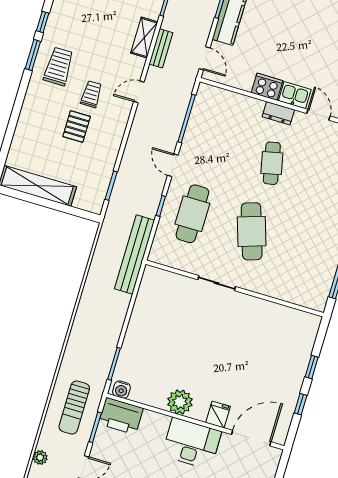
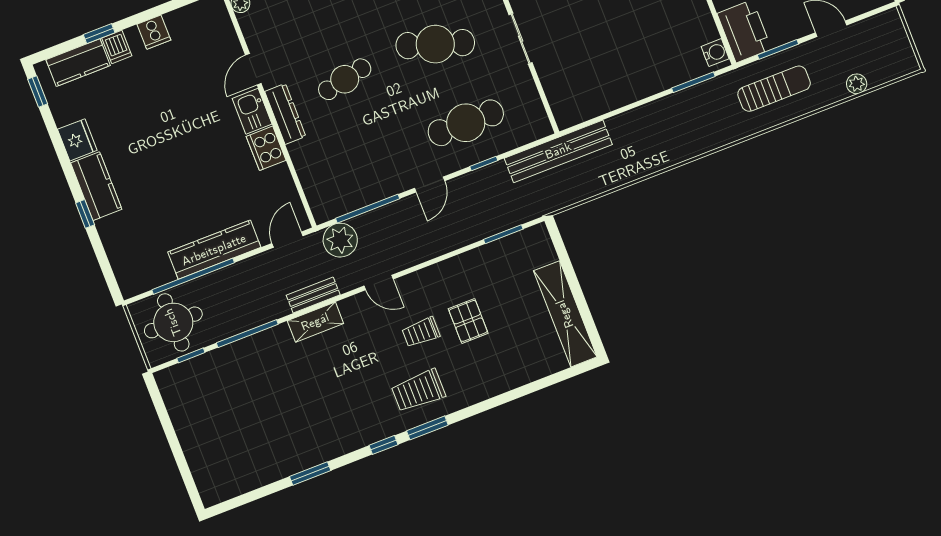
plant: (181, 89) -> (340, 240), added
dresser: (278, 113) -> (285, 114), width x1.44
pallet: (77, 126) -> (468, 321), turned 90
cafe table: (252, 231) -> (435, 44), turned 36

